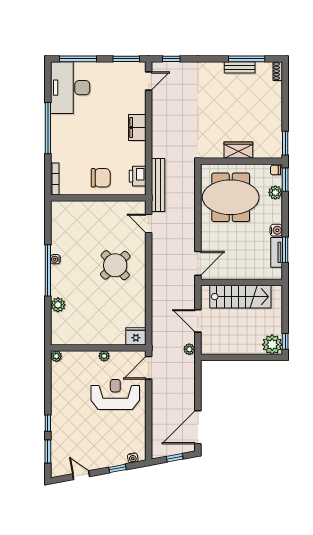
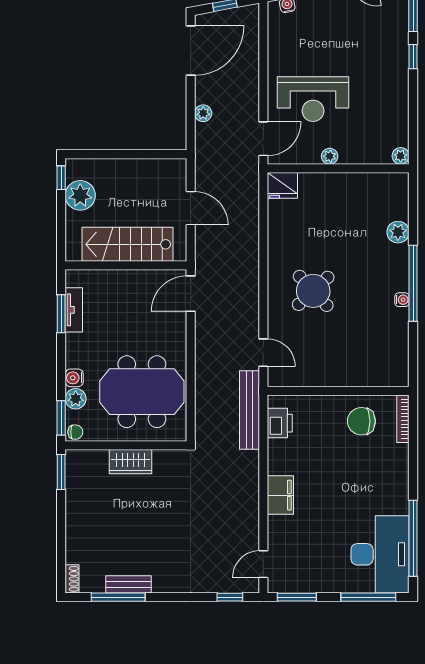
window: (48, 128) -> (413, 538), moved
chair: (101, 178) -> (361, 421), moved
water cooler: (276, 230) -> (74, 378), moved
plant: (272, 345) -> (80, 195), moved
plant: (189, 349) -> (203, 113), moved

